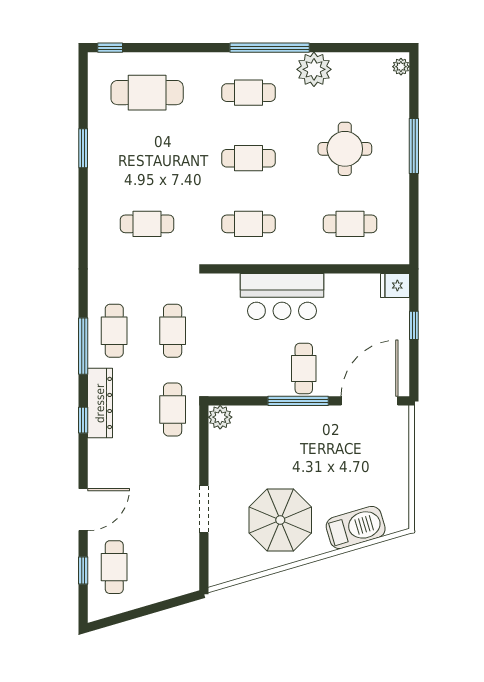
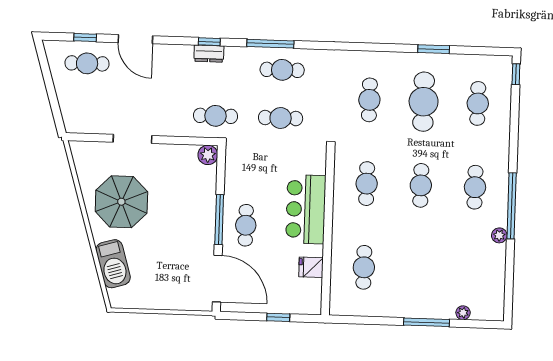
plant: (401, 67) -> (463, 313), moved
plant: (314, 69) -> (499, 235), width x0.53, depth x0.53
cafe table: (147, 93) -> (478, 103), width x0.73, depth x0.74
round table: (345, 149) -> (426, 265), removed
cafe table: (147, 158) -> (424, 102), added
fridge: (395, 286) -> (311, 267), moved, turned -90
cafe table: (304, 369) -> (246, 225), turned 90
dresser: (100, 403) -> (209, 54), width x0.51, depth x0.80

